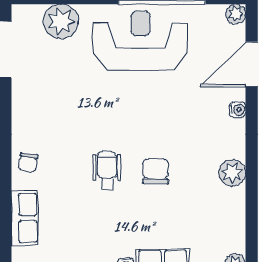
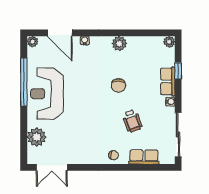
wheelchair: (107, 171) -> (132, 121), moved, turned -109
chair: (155, 171) -> (118, 85), turned -90

